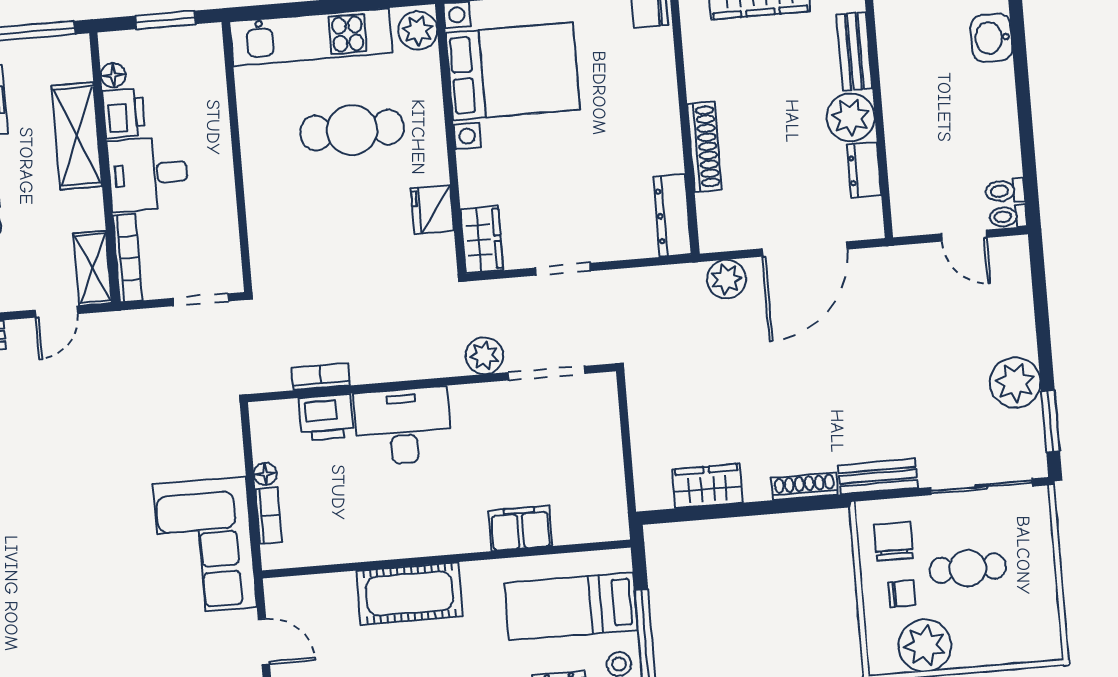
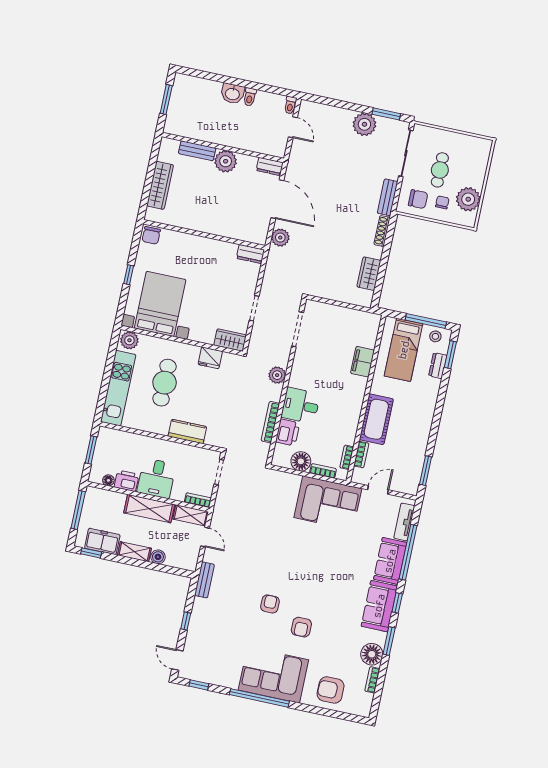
washbasin: (991, 38) -> (233, 94), moved
shelving: (77, 136) -> (149, 509), moved
shoe rack: (704, 147) -> (219, 230), removed
dresser: (864, 170) -> (270, 166), moved
toilet: (1005, 191) -> (250, 97), moved
kitchen counter: (265, 208) -> (187, 431), added
dresser: (672, 215) -> (250, 254), width x0.70
door: (964, 236) -> (293, 127), hinge flipped
bookcase: (127, 258) -> (198, 500), width x0.64
plant: (484, 356) -> (277, 375), moved
bookcase: (321, 377) -> (270, 422), width x1.56
desk: (403, 426) -> (301, 405), width x0.73
floor lamp: (265, 474) -> (301, 461), width x1.89, depth x1.89
chair: (893, 541) -> (418, 199), turned 180
bookcase: (312, 556) -> (347, 457), added
bookcase: (327, 584) -> (361, 455), added

